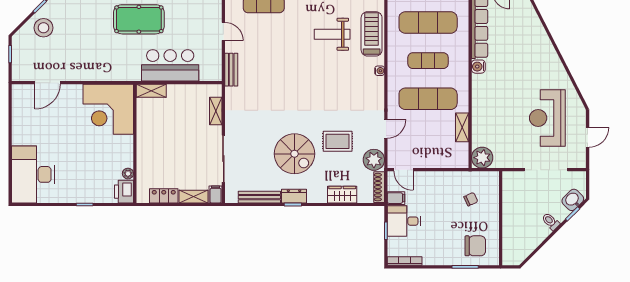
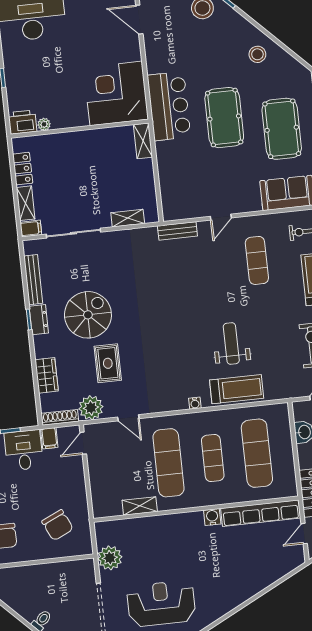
bar counter: (170, 65) -> (169, 106), moved
spiral stairs: (294, 154) -> (88, 315), turned 180
plant: (482, 158) -> (110, 558), moved
chair: (471, 199) -> (58, 525), width x1.87, depth x1.87

